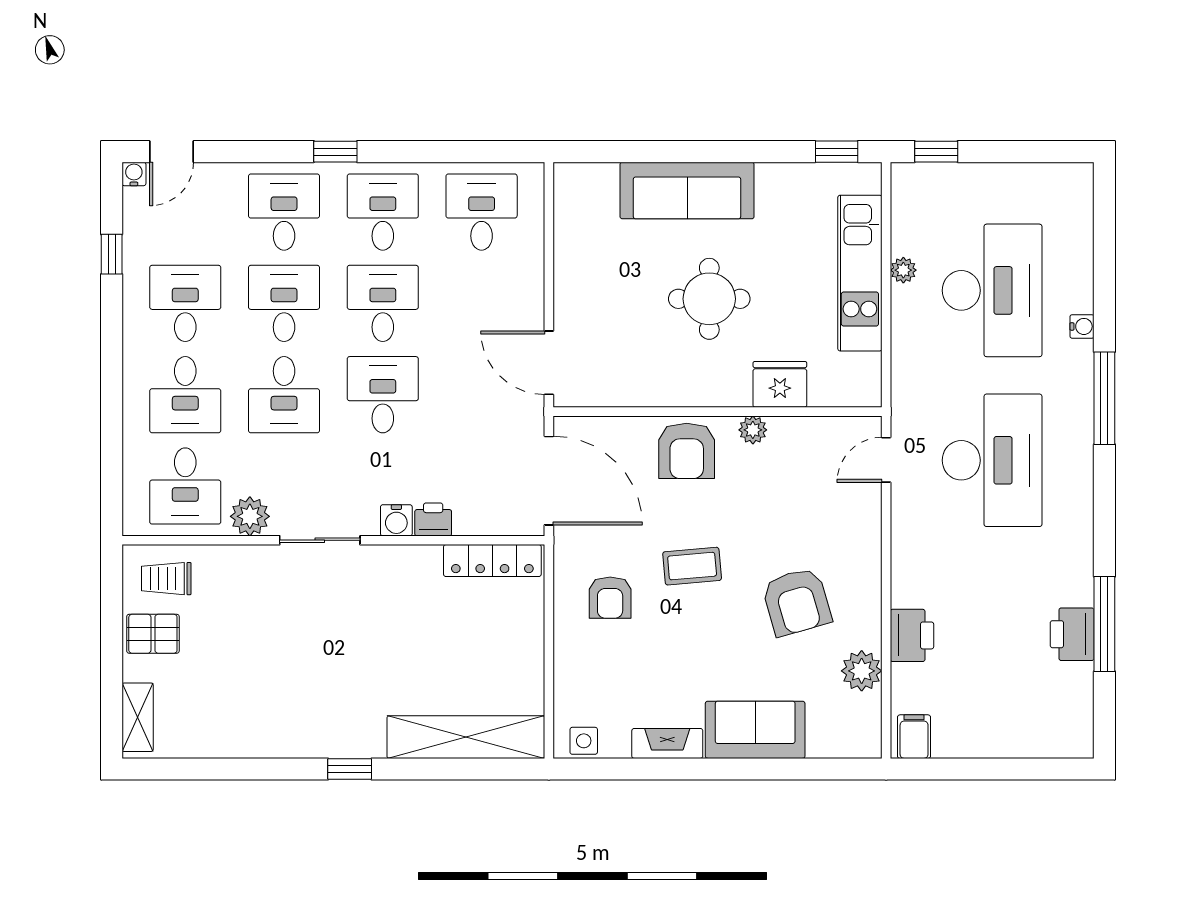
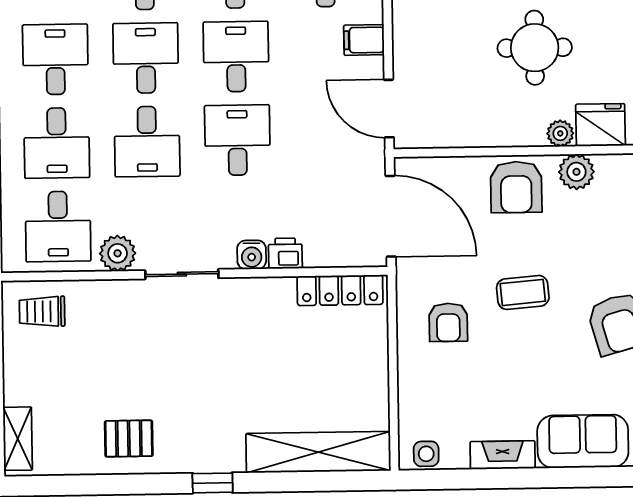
filing cabinet: (523, 287) -> (364, 40), added
plant: (736, 393) -> (560, 133), added
plant: (753, 430) -> (576, 172), width x1.38, depth x1.38
pallet: (153, 634) -> (129, 439), moved

